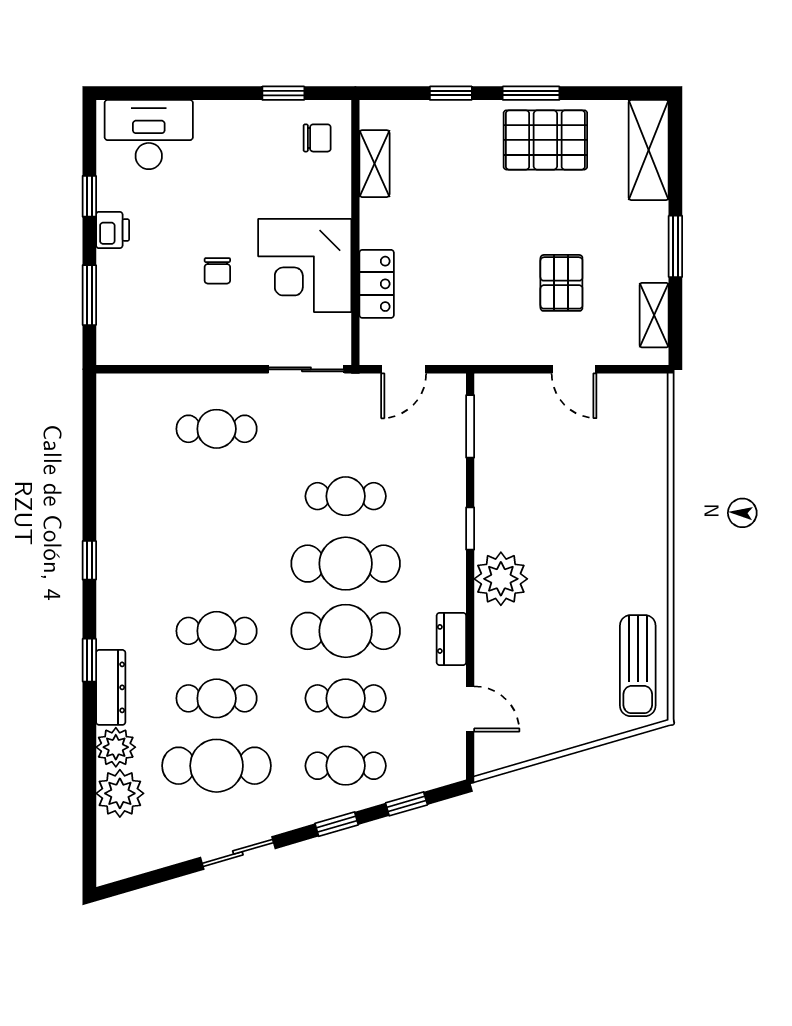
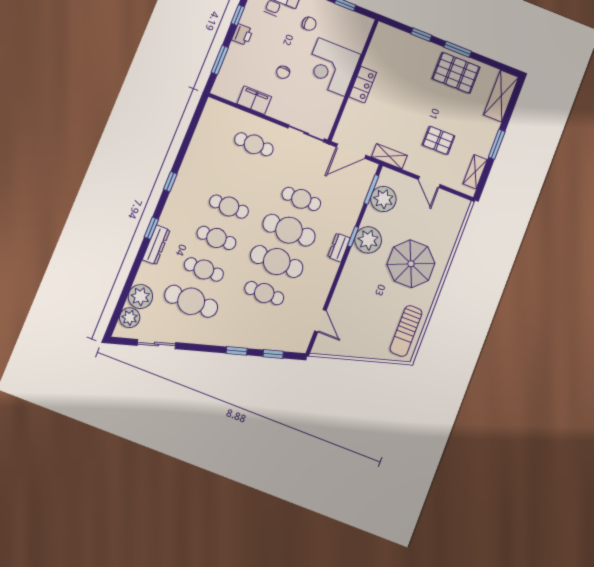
chair: (317, 138) -> (309, 24), moved
shelving: (374, 164) -> (389, 156), moved, turned 90
corner desk: (305, 266) -> (332, 67), moved
pallet: (561, 283) -> (439, 140), turned 90
locker: (377, 284) -> (363, 85), moved
filing cabinet: (184, 345) -> (254, 100), added
door: (404, 369) -> (351, 151), width x1.38
plant: (500, 436) -> (383, 199), added
parasol: (599, 537) -> (411, 264), added
plant: (501, 579) -> (368, 240), moved
dresser: (451, 639) -> (339, 247), moved
plant: (116, 747) -> (130, 318), moved
cafe table: (346, 766) -> (229, 207), moved
sliding door: (238, 853) -> (157, 344), moved

